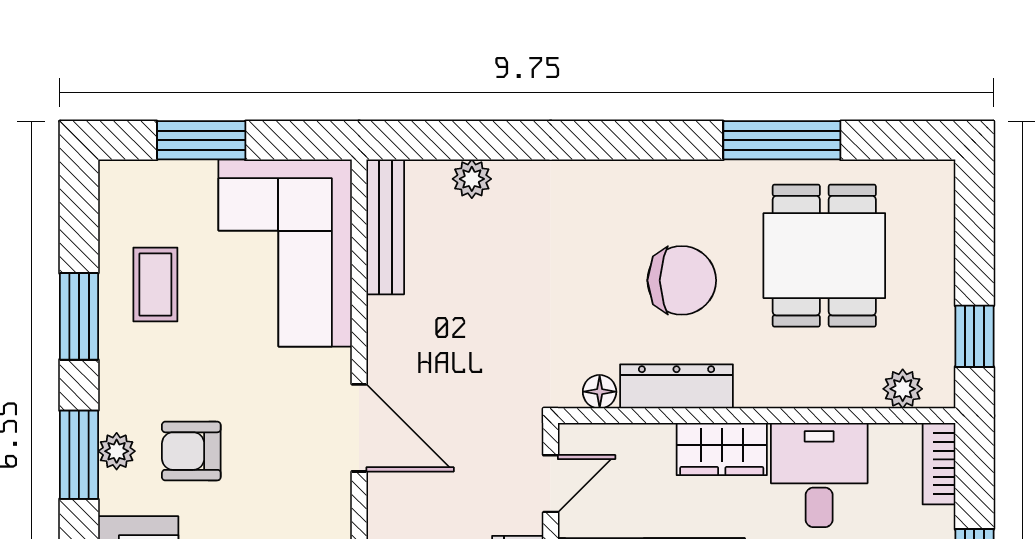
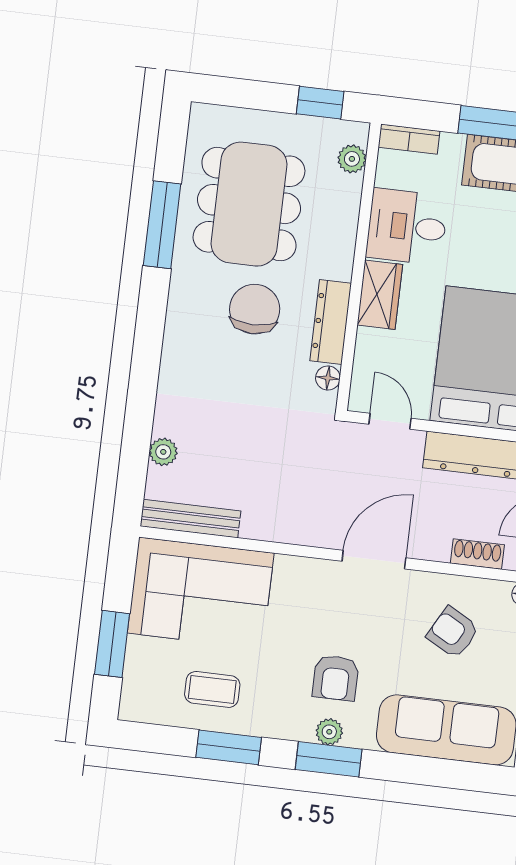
dining table: (824, 256) -> (249, 204), width x1.38
door: (359, 428) -> (374, 560), moved

